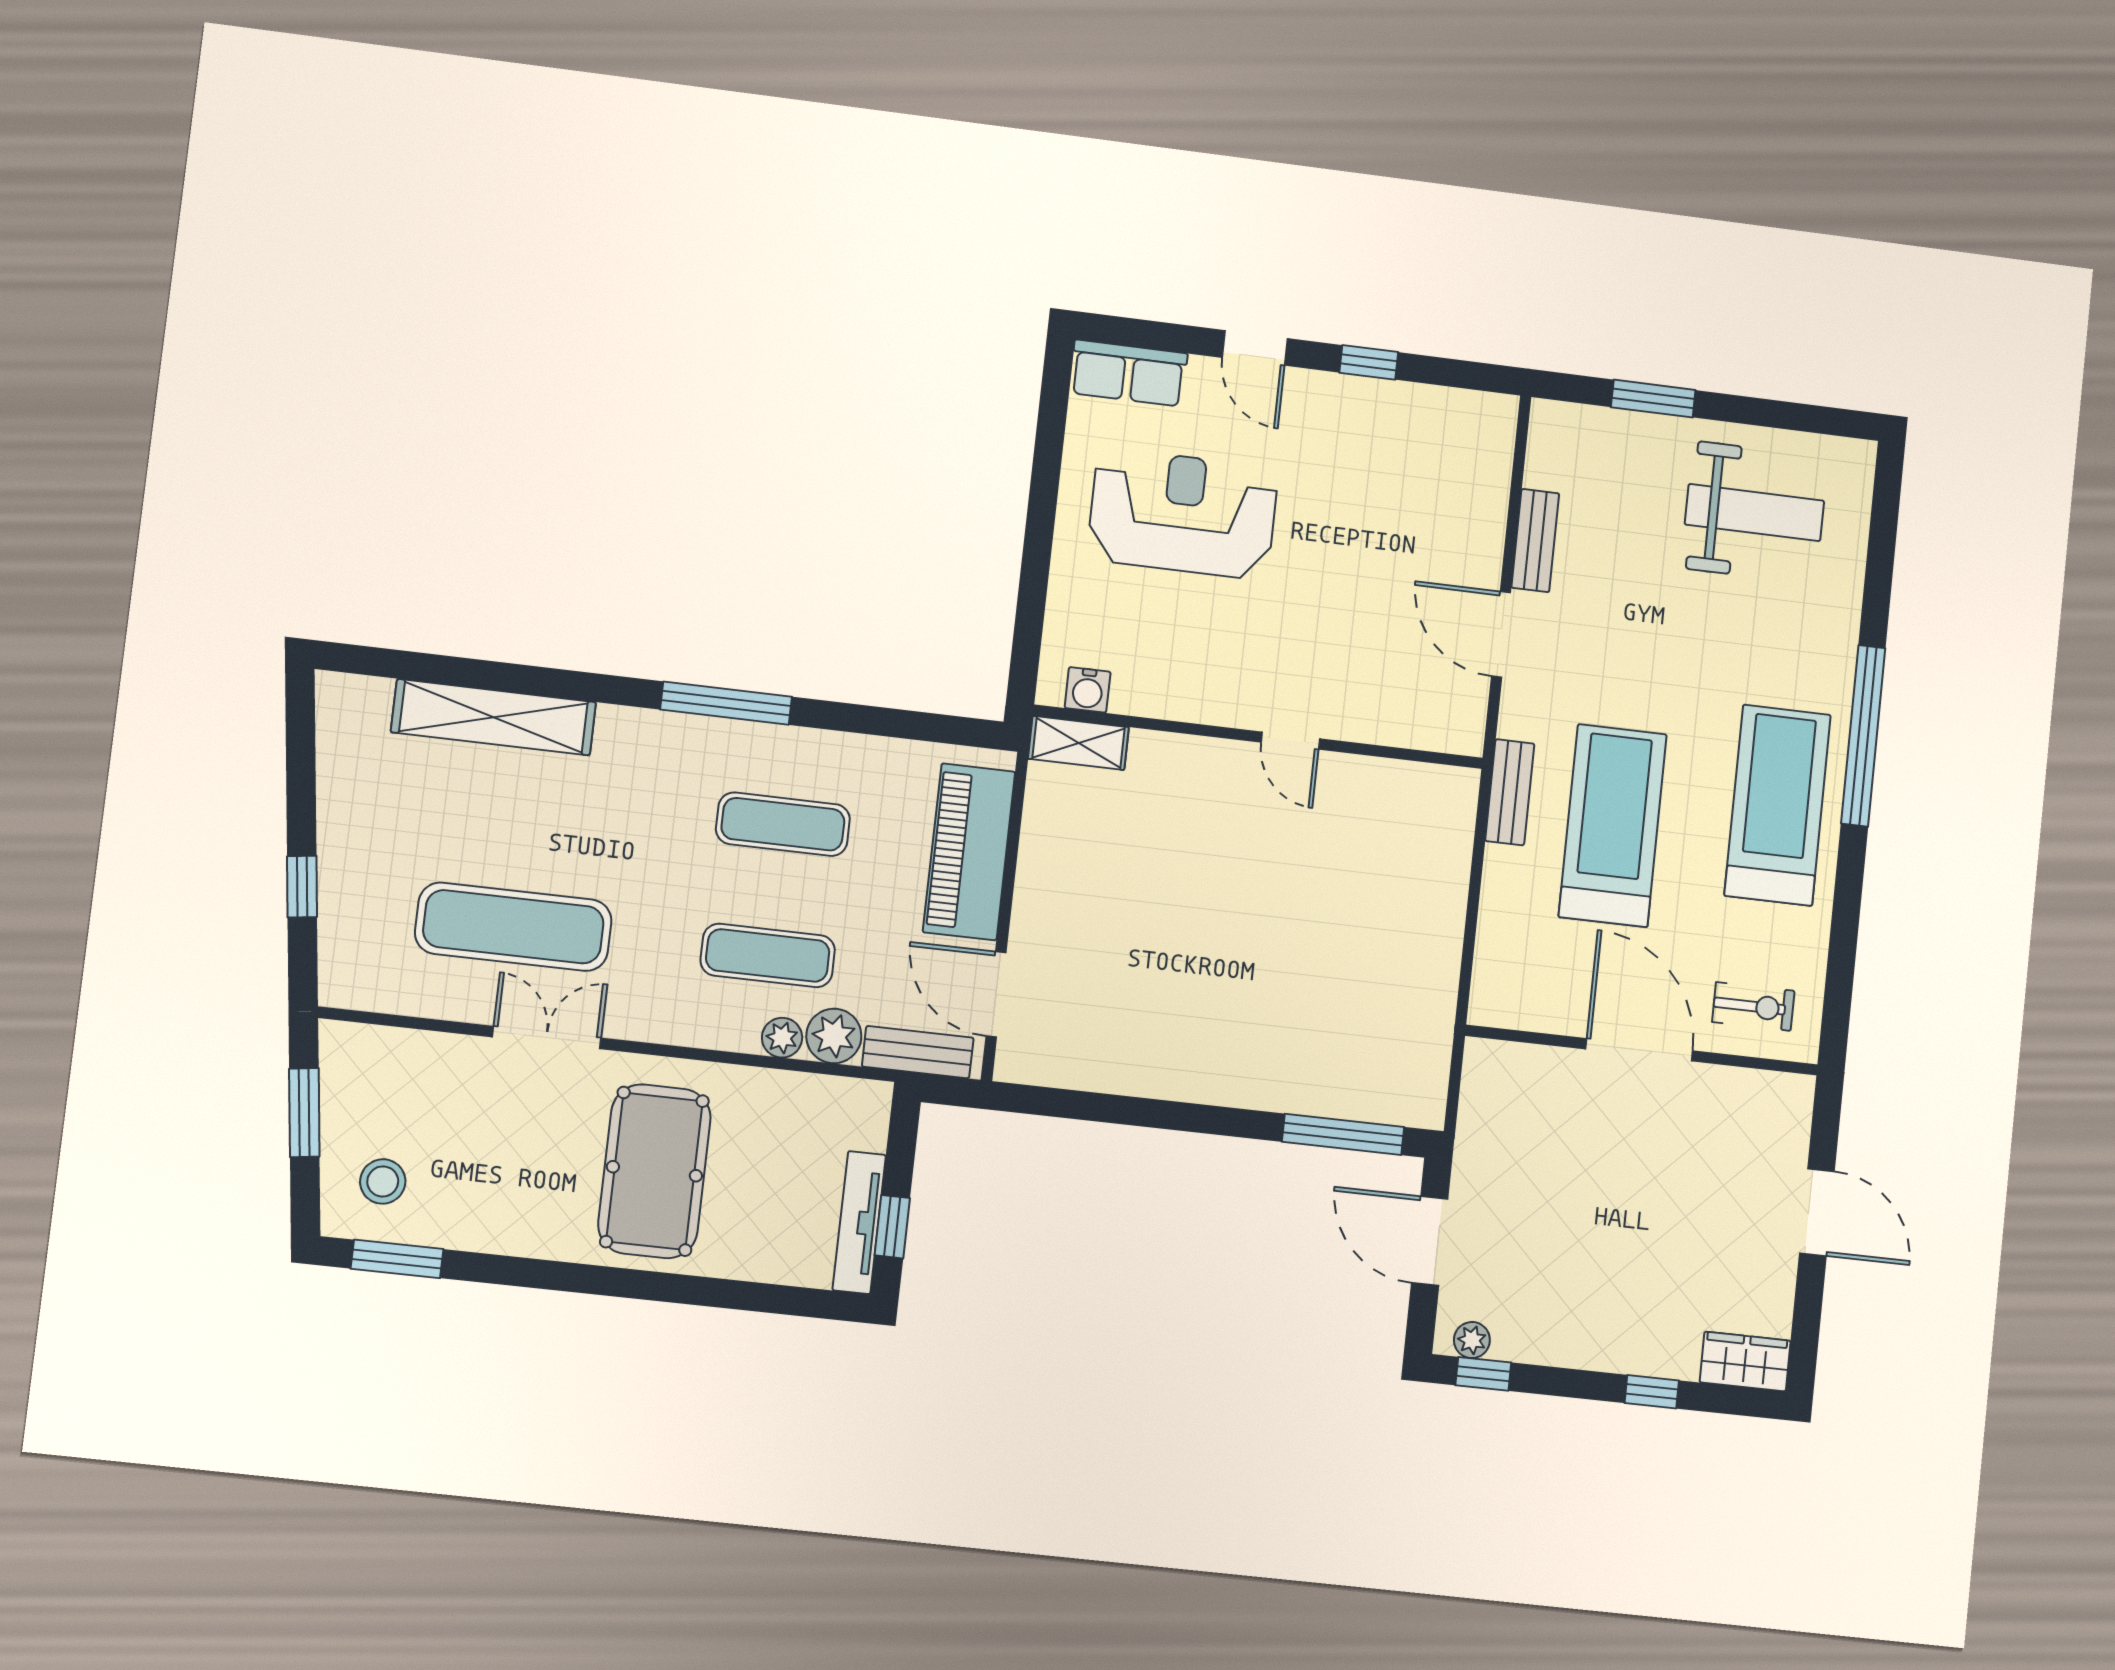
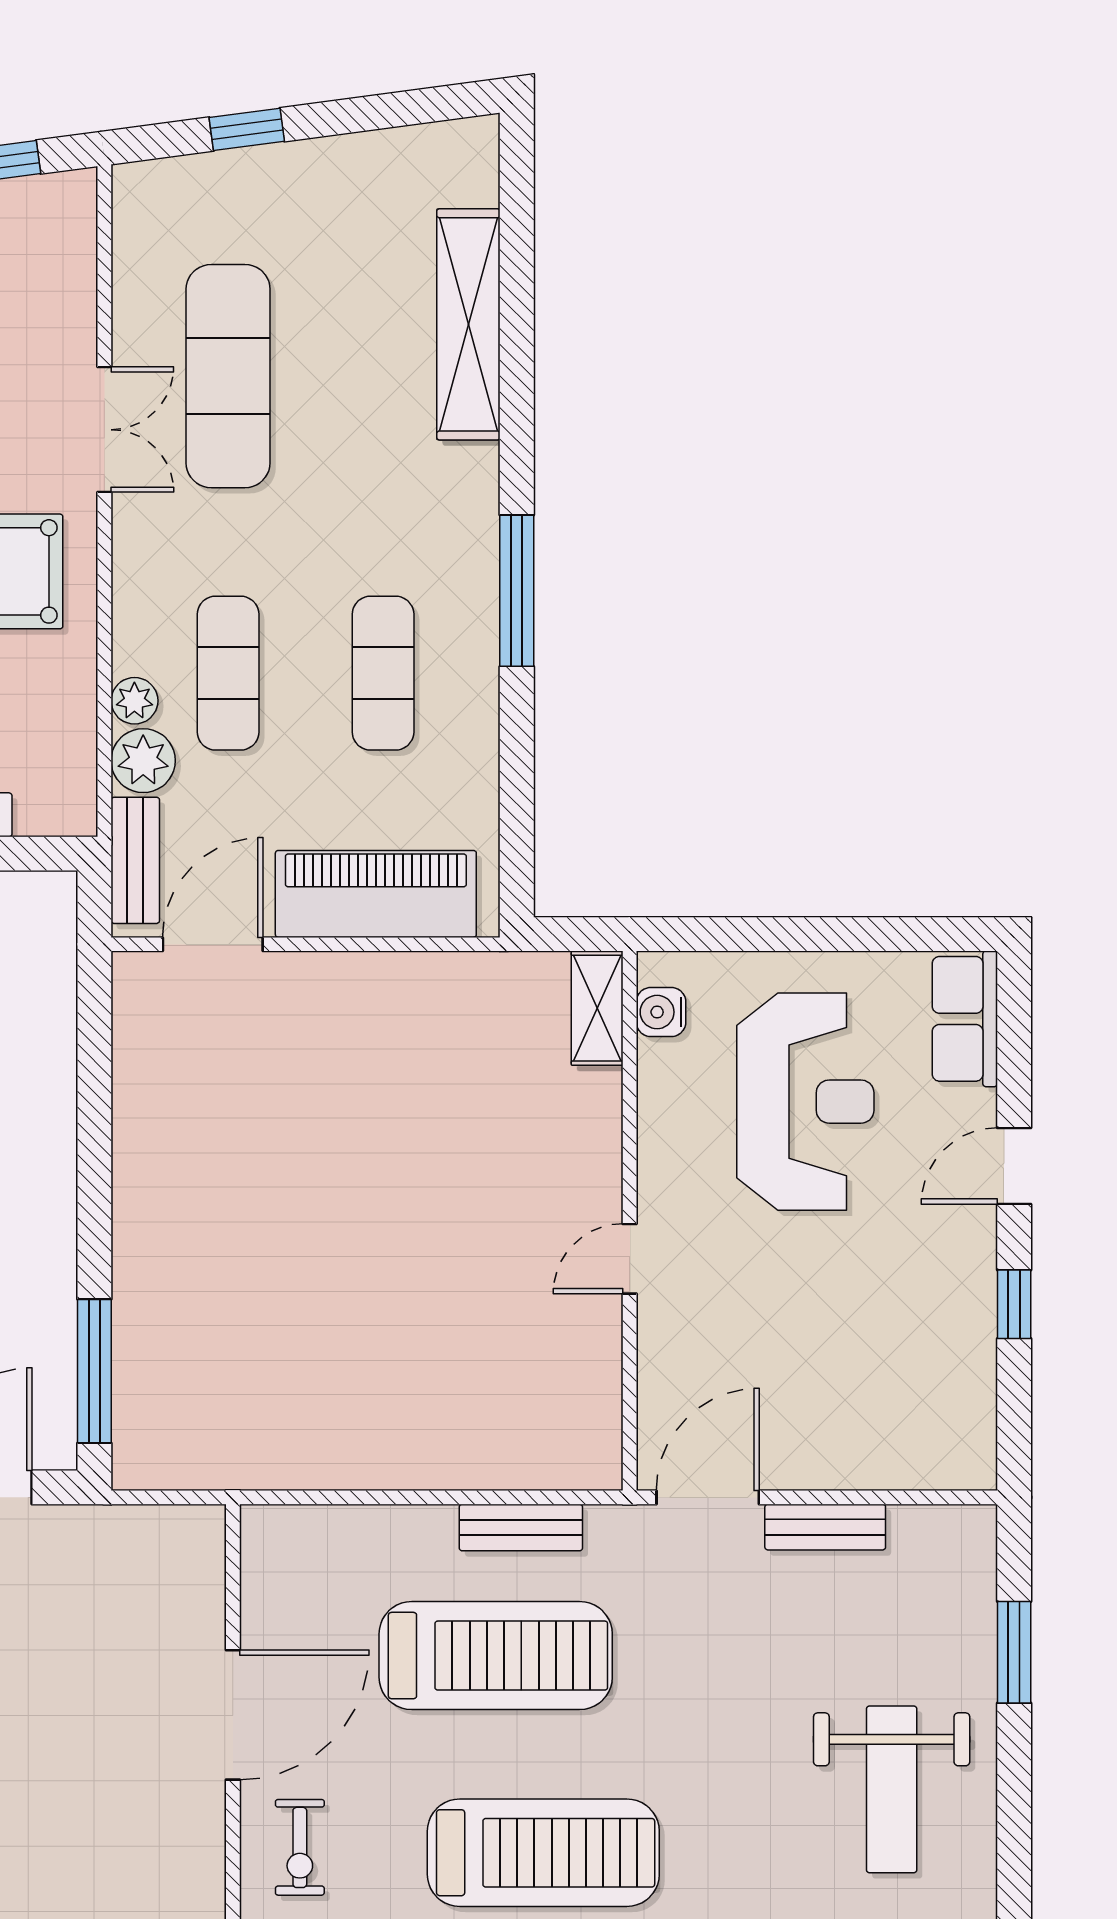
water cooler: (1088, 690) -> (661, 1012), moved
wall: (1259, 737) -> (630, 1221), moved
door: (1290, 741) -> (630, 1259), moved
shelving: (1078, 743) -> (597, 1008), moved

